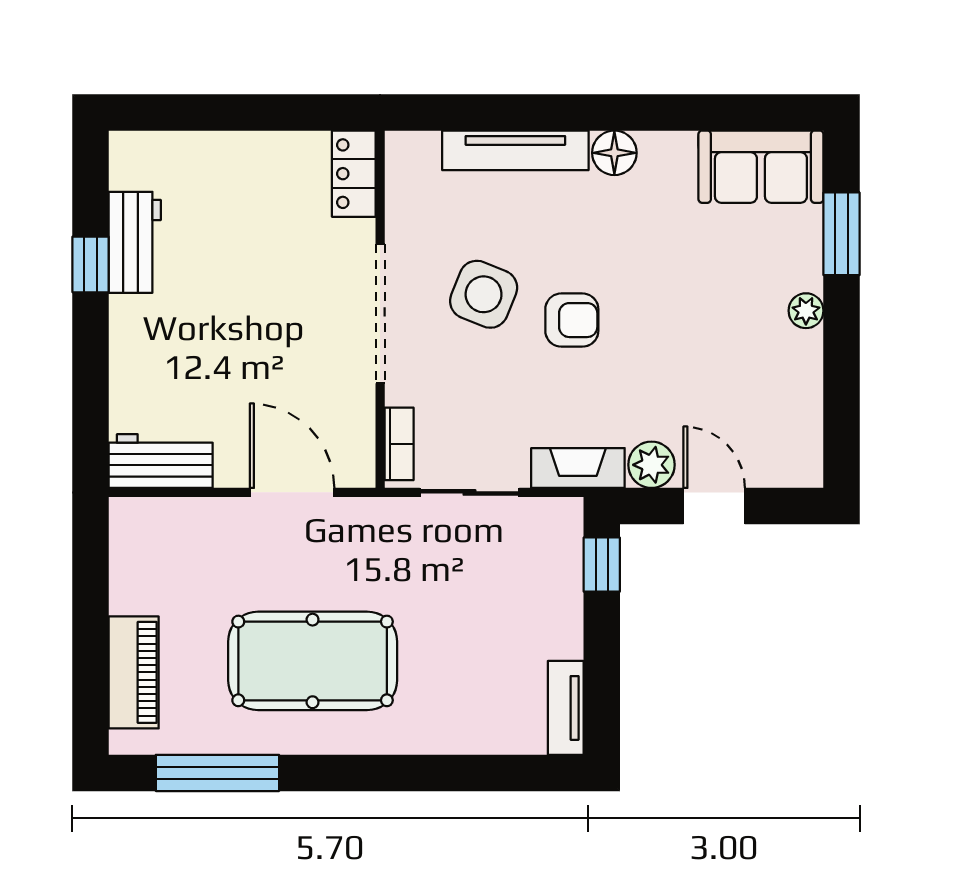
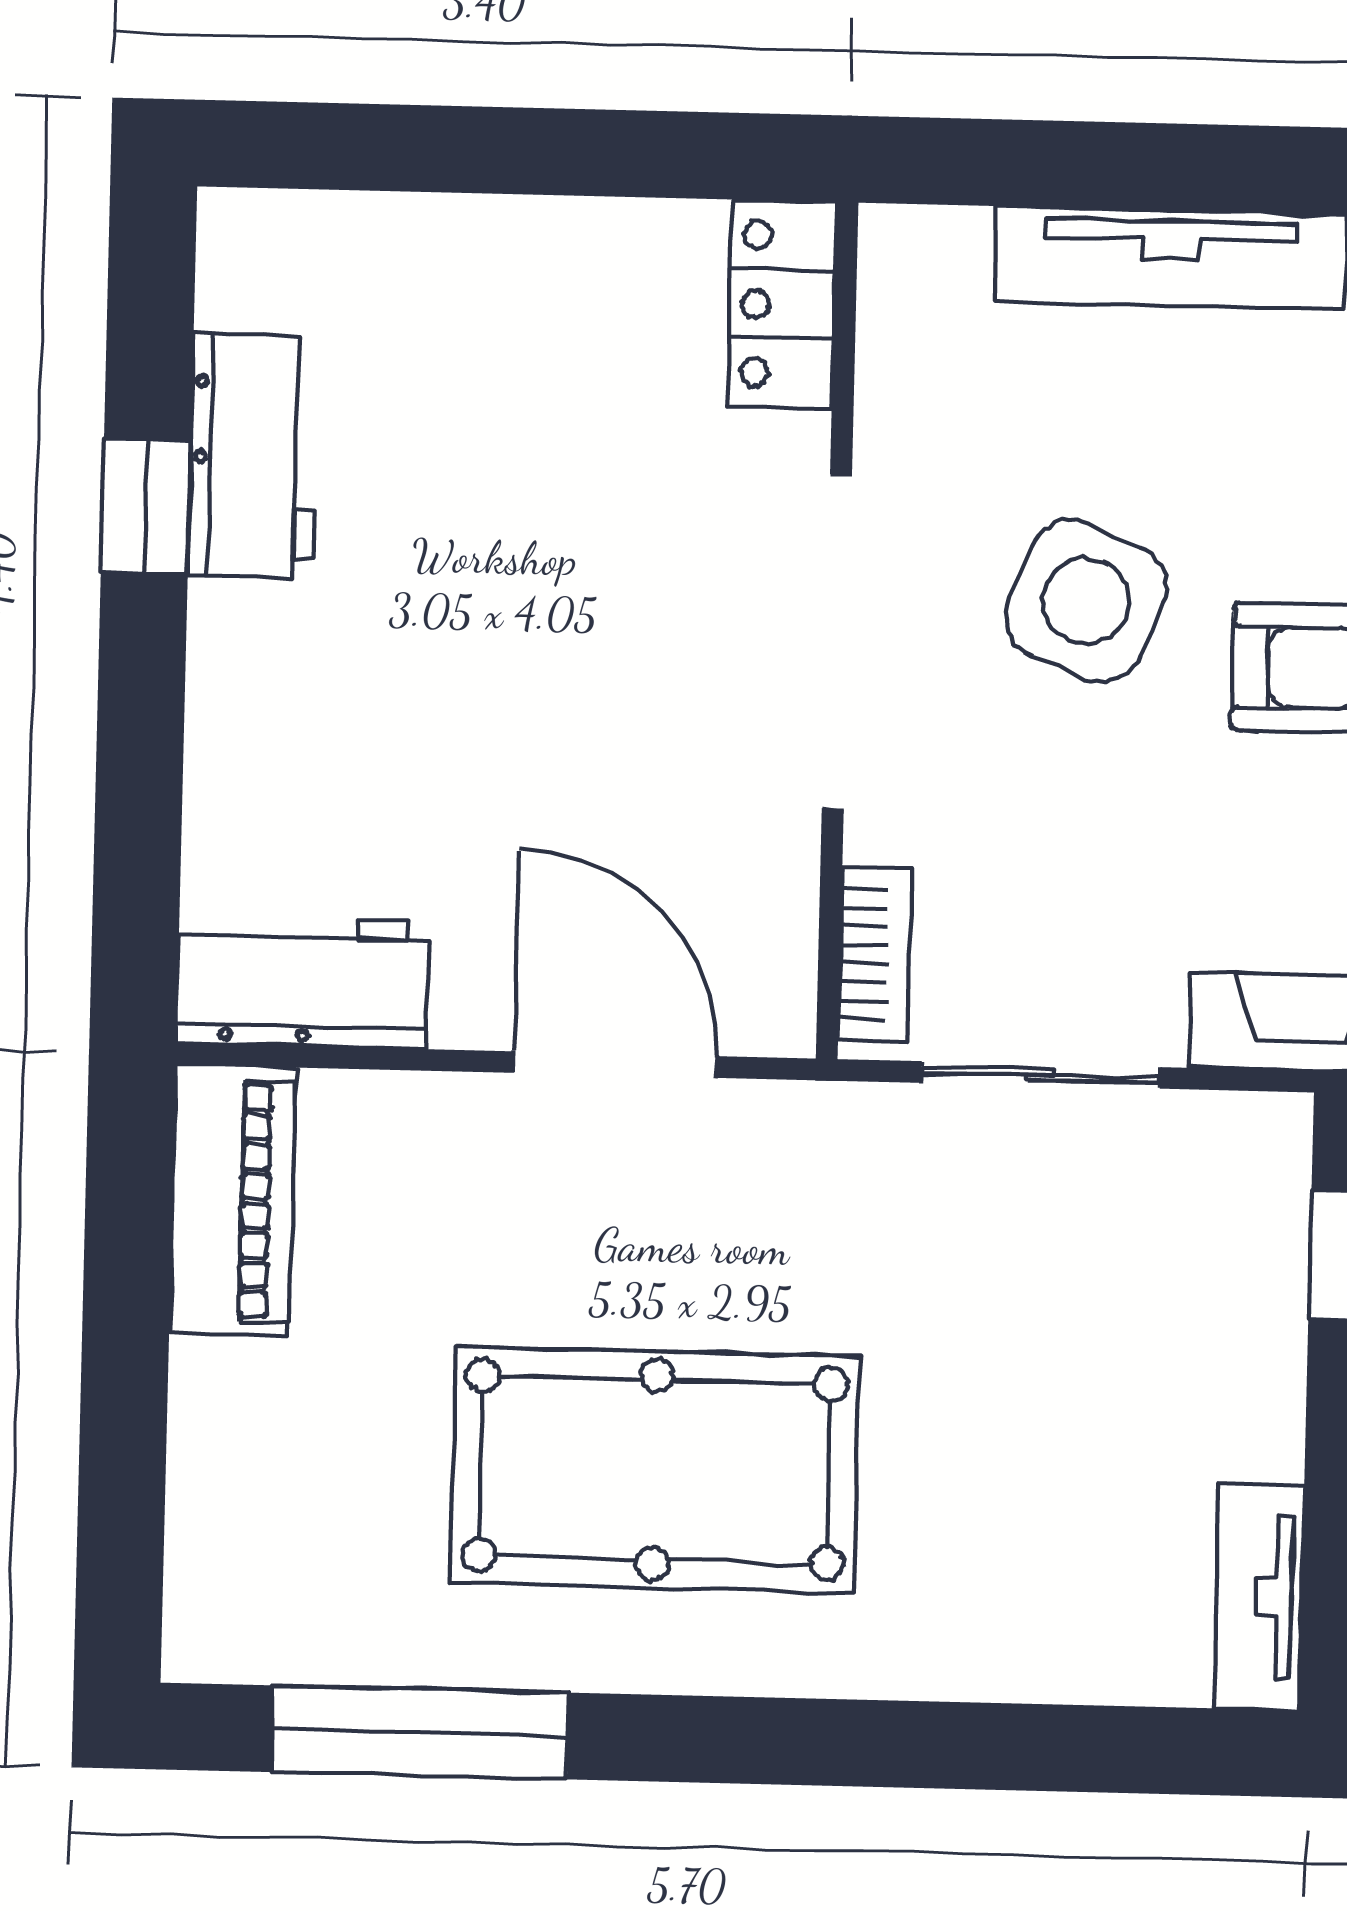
piano: (134, 672) -> (232, 1200), moved

